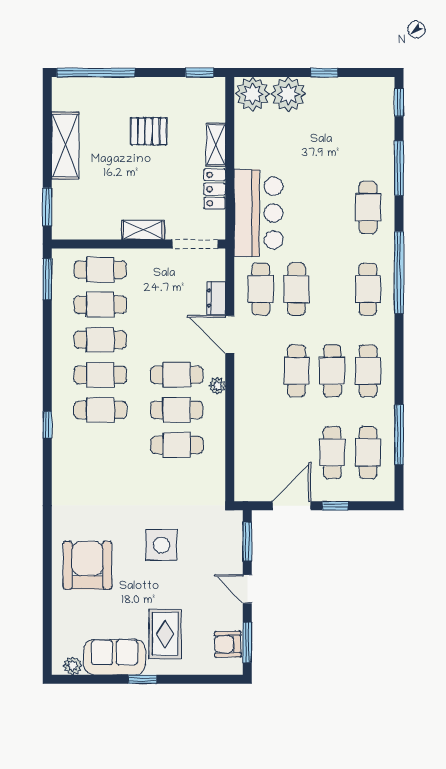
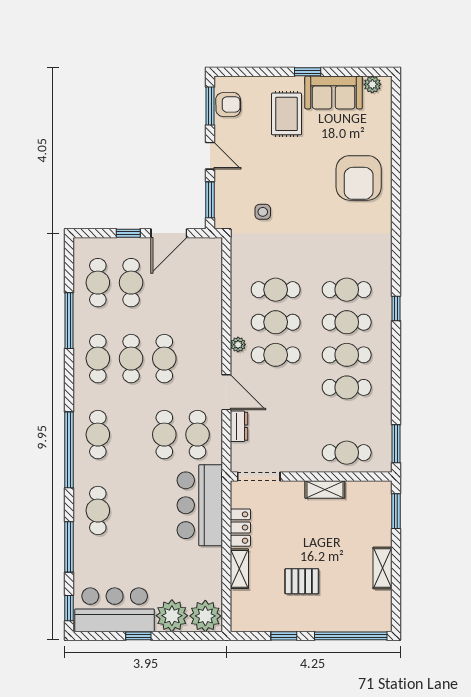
window: (200, 73) -> (284, 636), moved
bar counter: (350, 101) -> (115, 610), added
shelving: (65, 146) -> (382, 568), width x0.67, depth x0.75
shelving: (143, 230) -> (325, 489), moved
cafe table: (100, 305) -> (347, 290), moved
window: (399, 435) -> (69, 321), moved
side table: (161, 545) -> (263, 212), moved, width x0.54, depth x0.54

